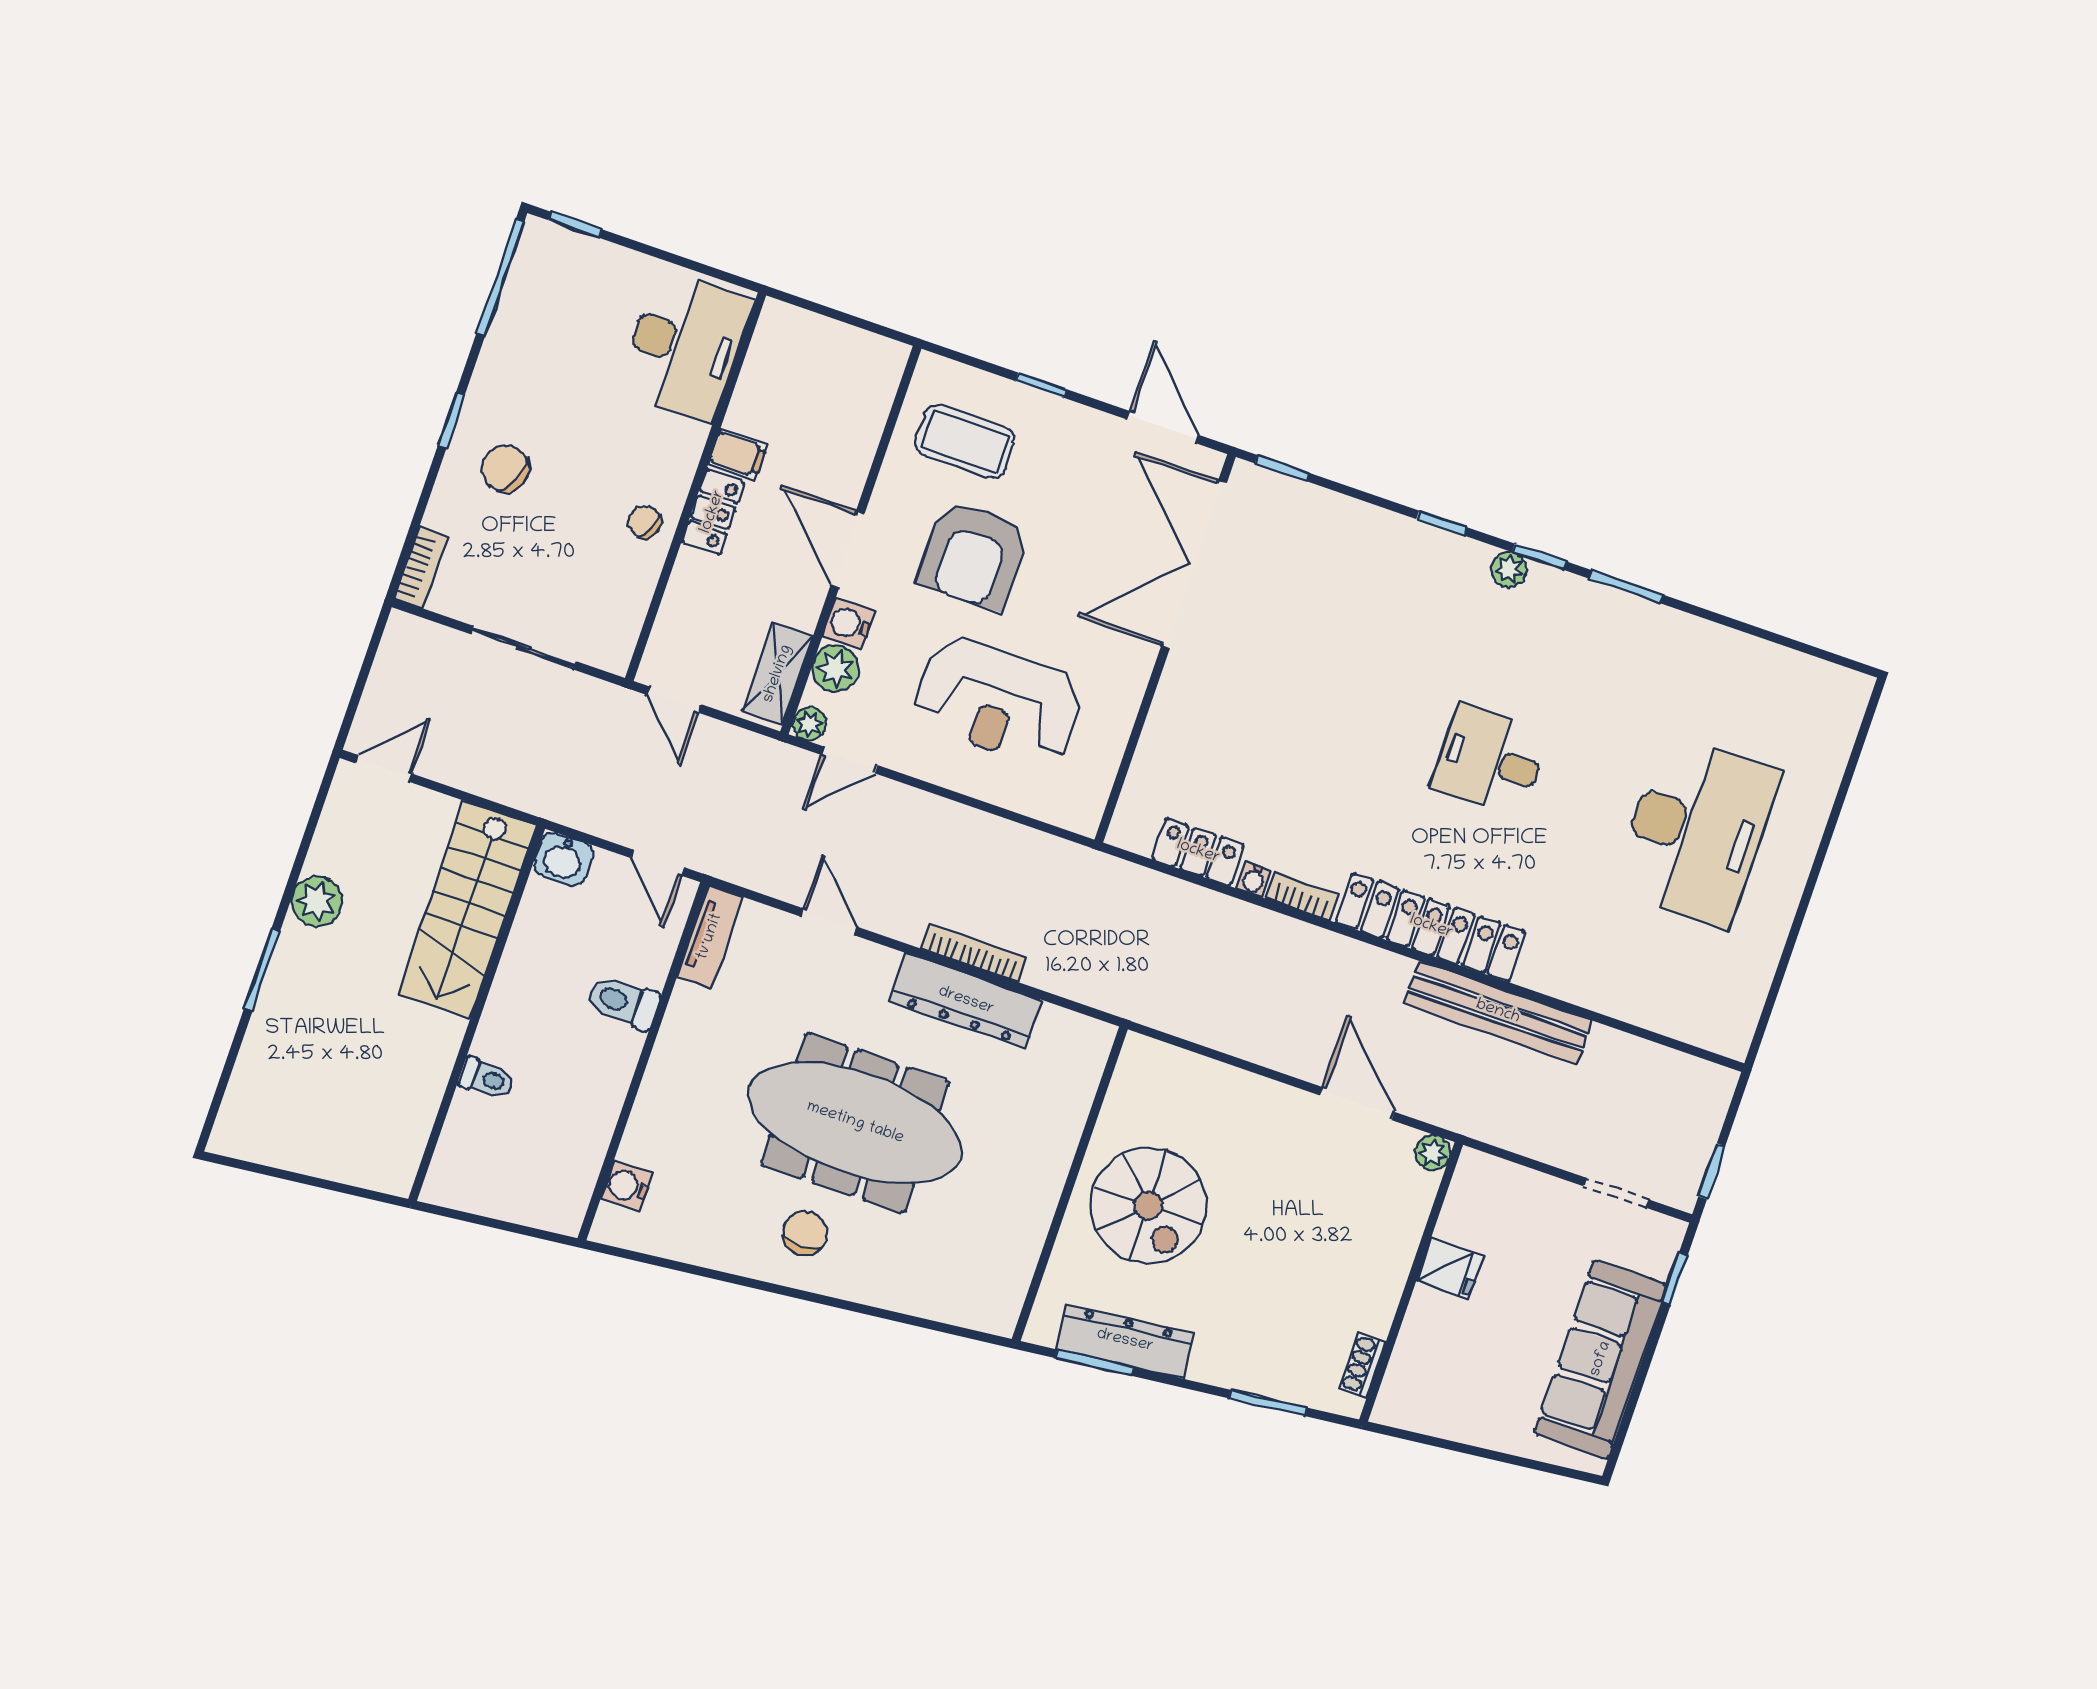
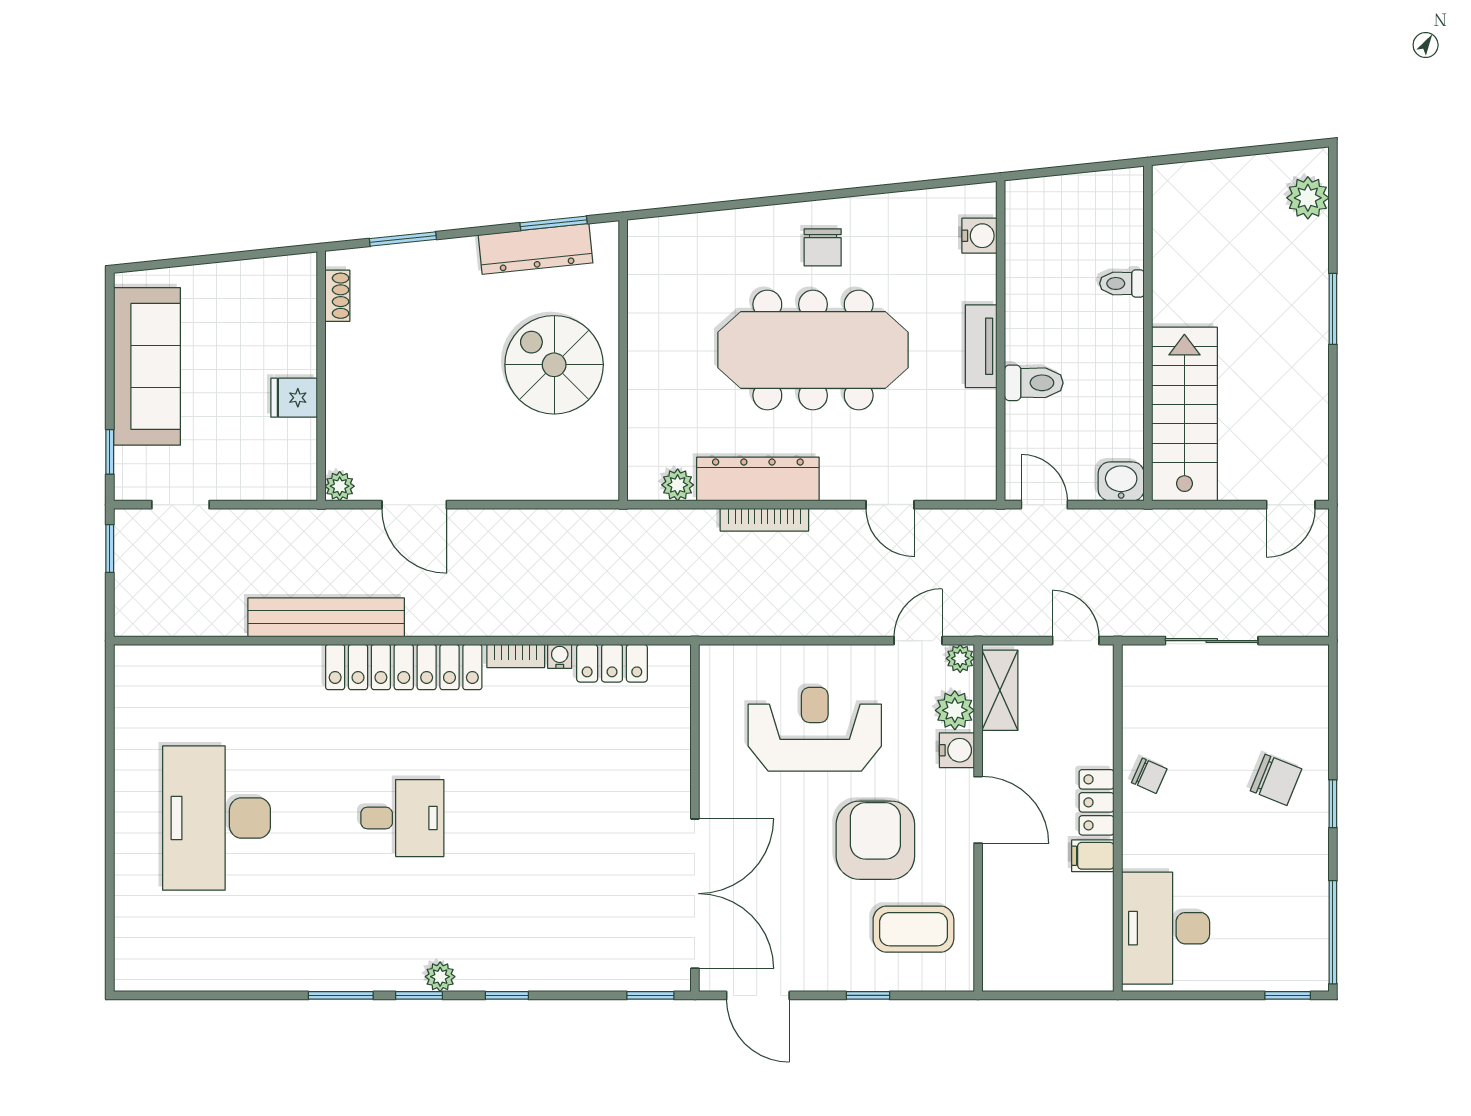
bookcase: (421, 568) -> (1316, 677), removed
plant: (317, 902) -> (1308, 198), moved
tv unit: (710, 937) -> (981, 346), moved
plant: (1057, 1025) -> (678, 485), added

